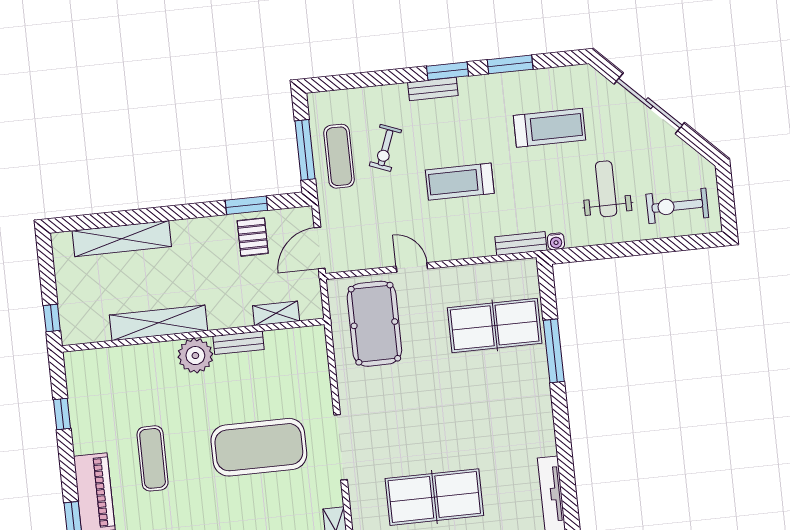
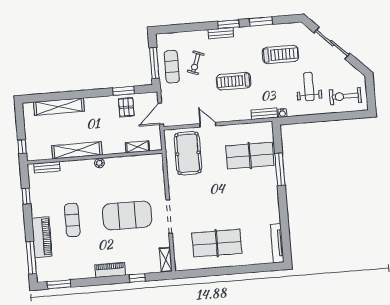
bench: (239, 343) -> (47, 167), moved
plant: (195, 356) -> (99, 163), width x0.53, depth x0.53

